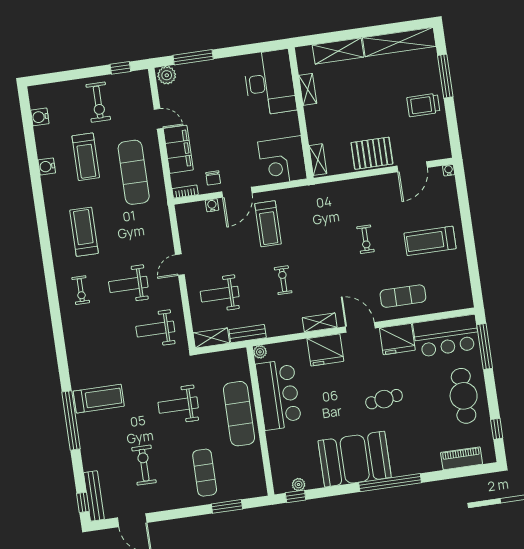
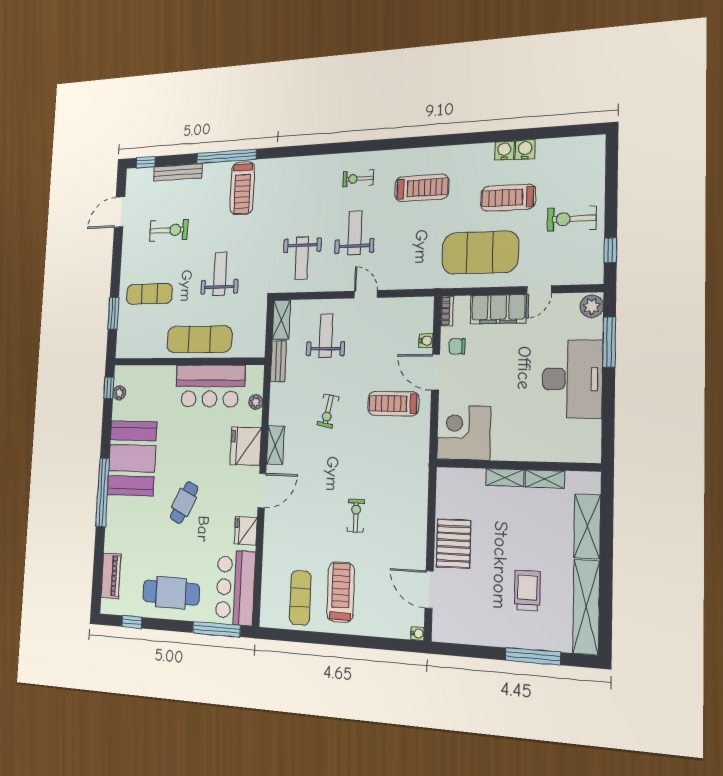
desk: (270, 83) -> (572, 379), moved, turned -90
trolley: (423, 105) -> (527, 590), moved
water cooler: (40, 117) -> (525, 150), moved
shelving: (318, 160) -> (505, 478), moved
exercise mat: (134, 172) -> (480, 253), width x1.47
exercise bike: (365, 239) -> (356, 516), turned 90
exercise bike: (283, 280) -> (328, 411), turned 101
exercise mat: (403, 296) -> (300, 598), moved
weight bench: (155, 329) -> (302, 258), turned 180
fridge: (397, 339) -> (246, 531), width x0.73, depth x0.75
plant: (260, 352) -> (256, 402), moved
cafe table: (384, 399) -> (184, 503), turned 34
bench: (94, 496) -> (178, 172), moved

